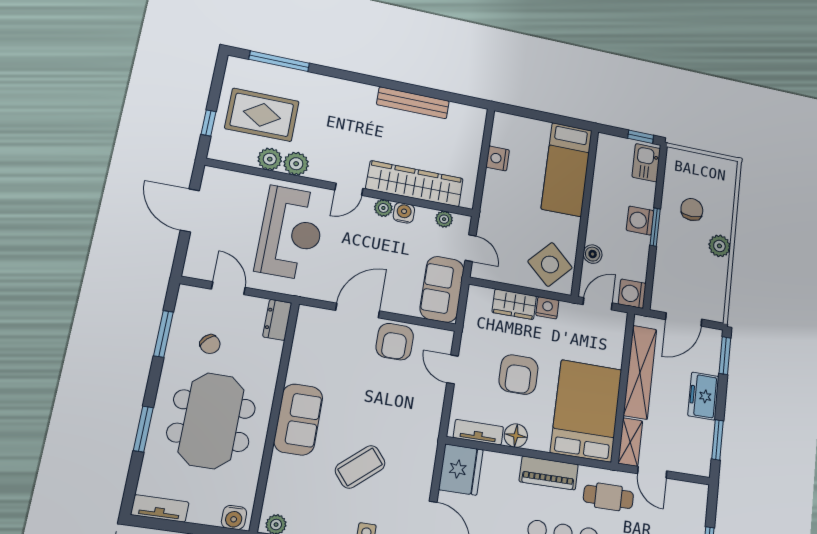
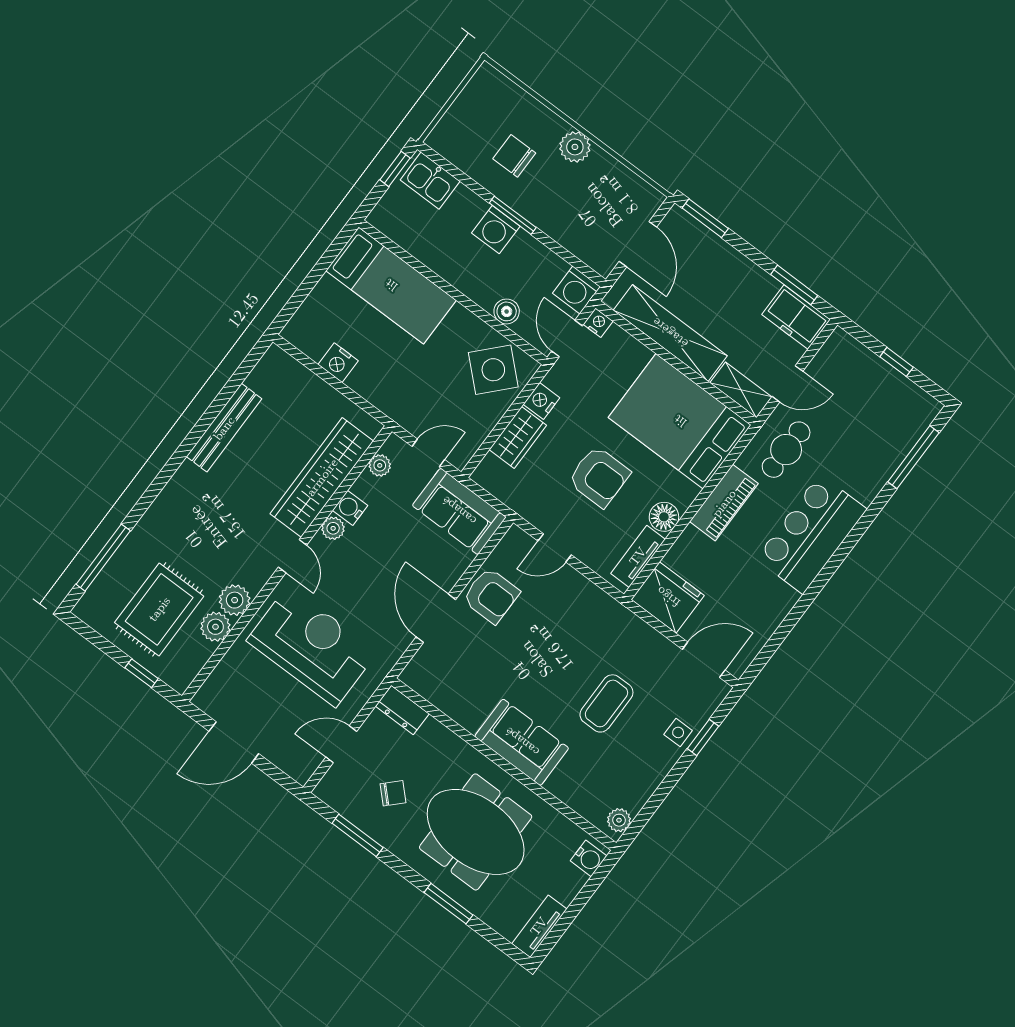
nightstand: (619, 319) -> (598, 323), added
freezer: (703, 396) -> (796, 317), moved
coffee table: (360, 467) -> (606, 703), turned 40

